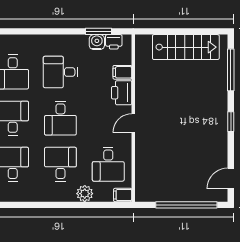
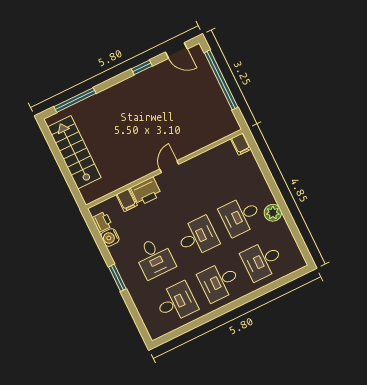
window: (98, 31) -> (117, 278), moved
window: (231, 122) -> (142, 67), moved
door: (133, 123) -> (169, 167), swing flipped
desk: (108, 164) -> (219, 171), removed
plant: (85, 194) -> (273, 213), moved

